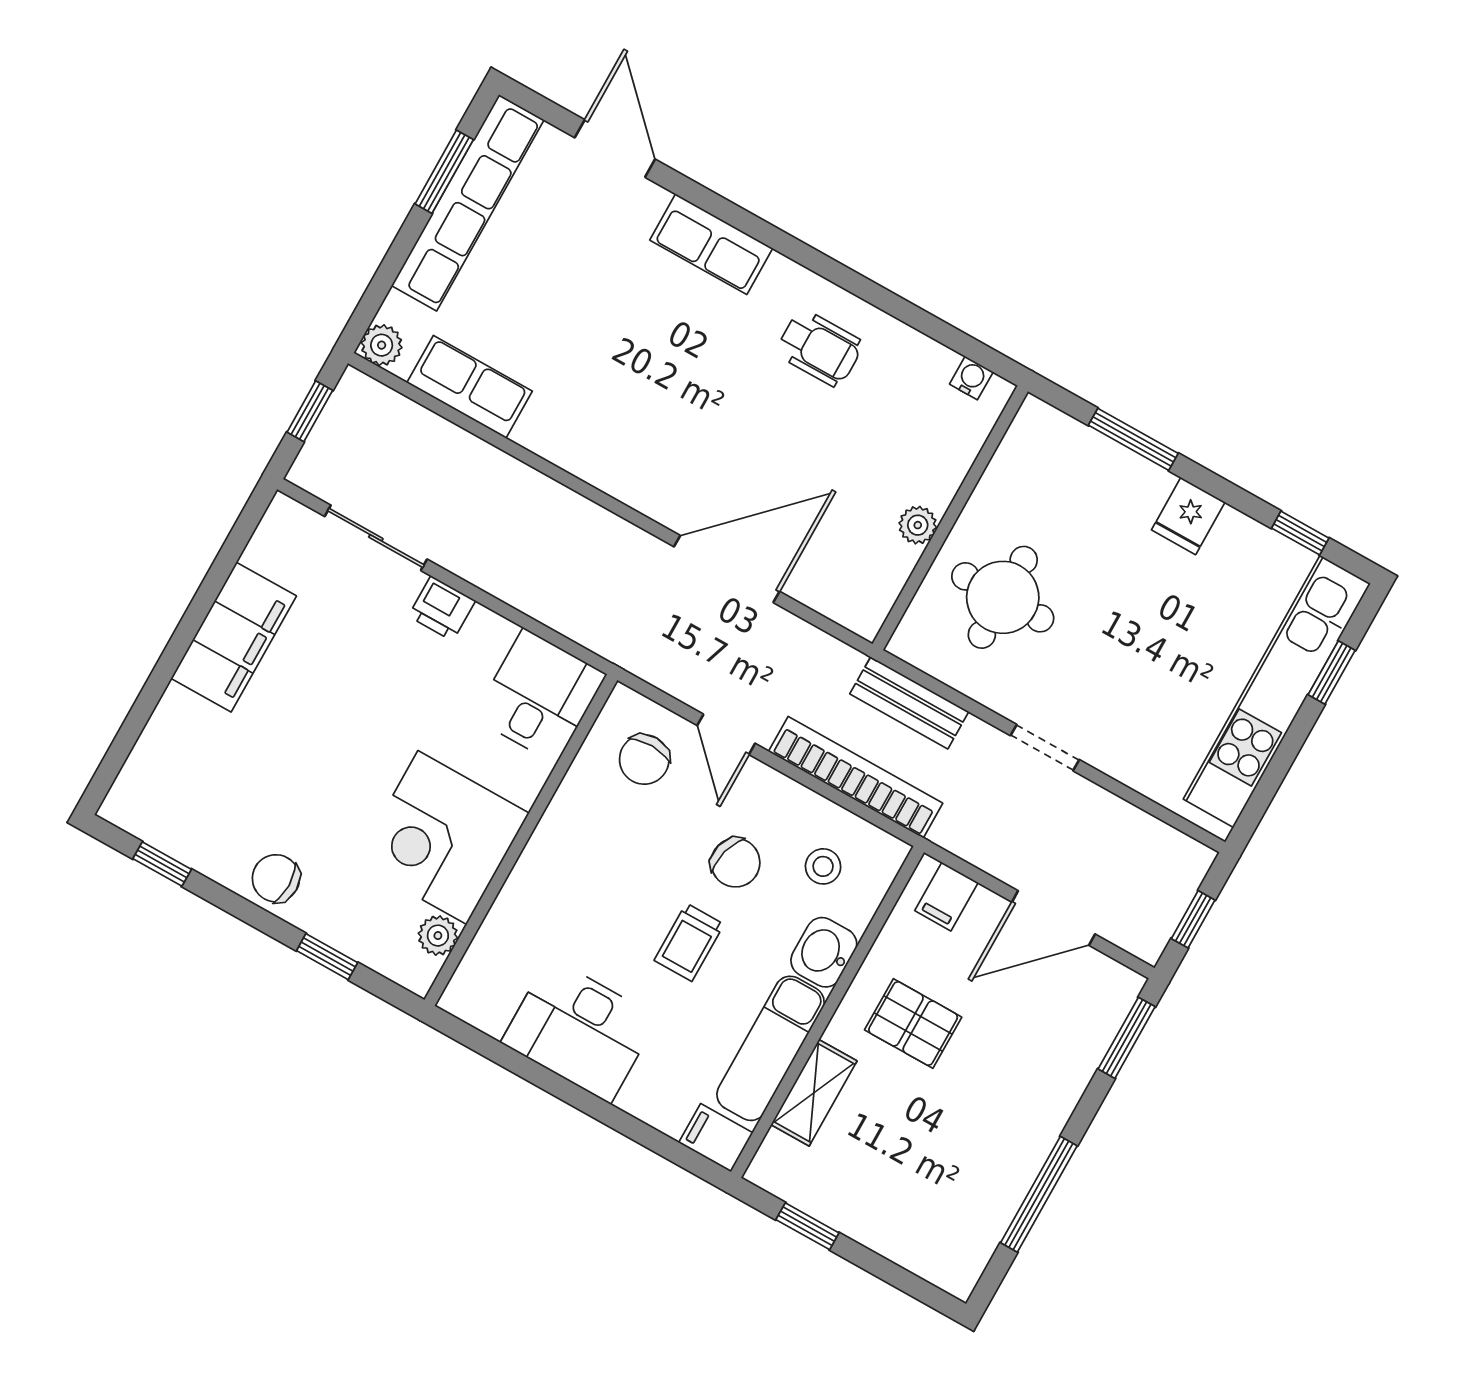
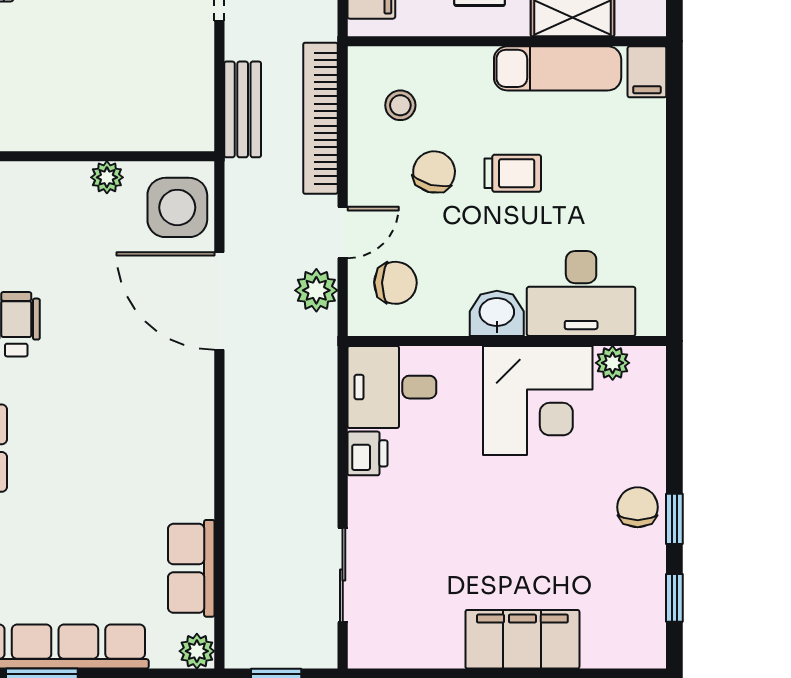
side table: (847, 580) -> (177, 207), added
round table: (1003, 597) -> (125, 84), removed
printer: (442, 608) -> (367, 453), moved
filing cabinet: (234, 637) -> (522, 639), moved
plant: (682, 674) -> (316, 290), added
chair: (276, 878) -> (638, 507), turned 180
washbasin: (824, 952) -> (497, 313), moved, turned 180
window: (327, 957) -> (674, 519), moved
desk: (580, 1030) -> (581, 294), moved, turned 90

